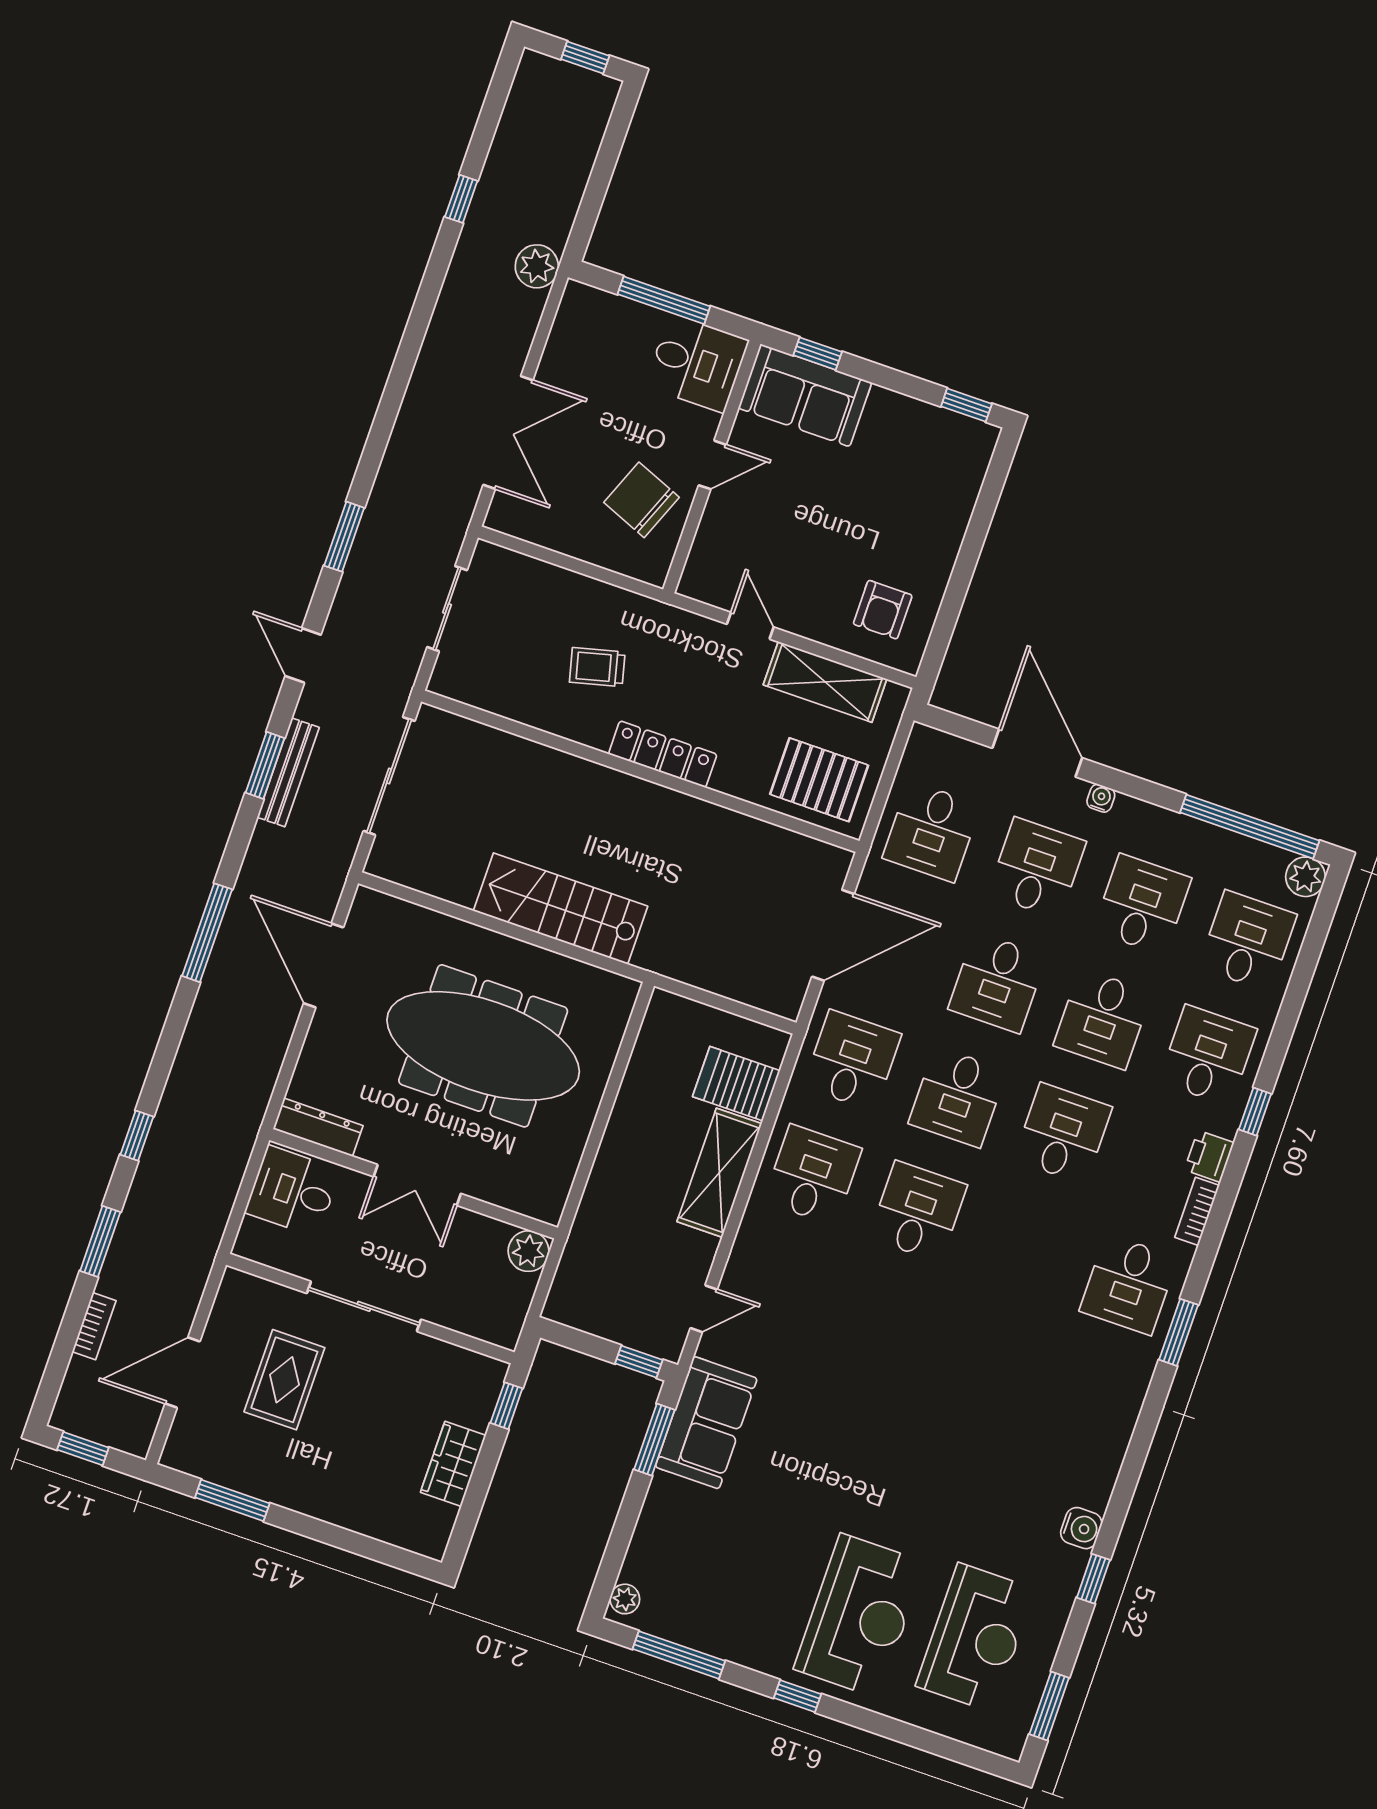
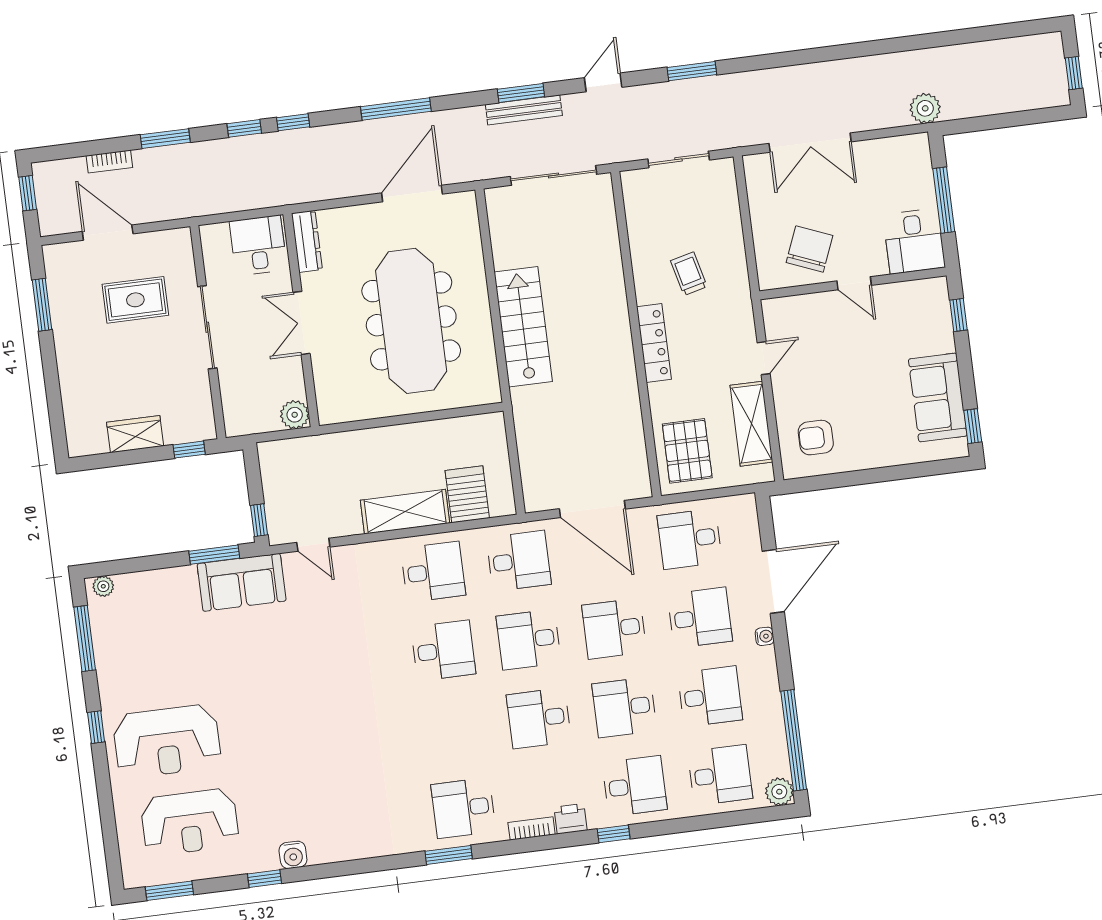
window: (461, 199) -> (293, 122), moved
sofa: (805, 395) -> (938, 397), moved
desk: (1063, 1133) -> (539, 718), turned 180

